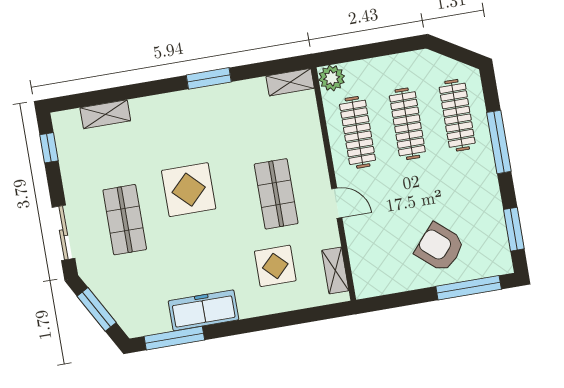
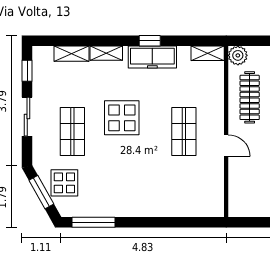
window: (209, 78) -> (150, 41), width x0.67
sliding door: (64, 233) -> (27, 117), moved
display table: (275, 266) -> (64, 183), moved
shelving: (335, 270) -> (106, 53), moved, turned 90
freezer: (204, 310) -> (152, 57), moved, turned 180

